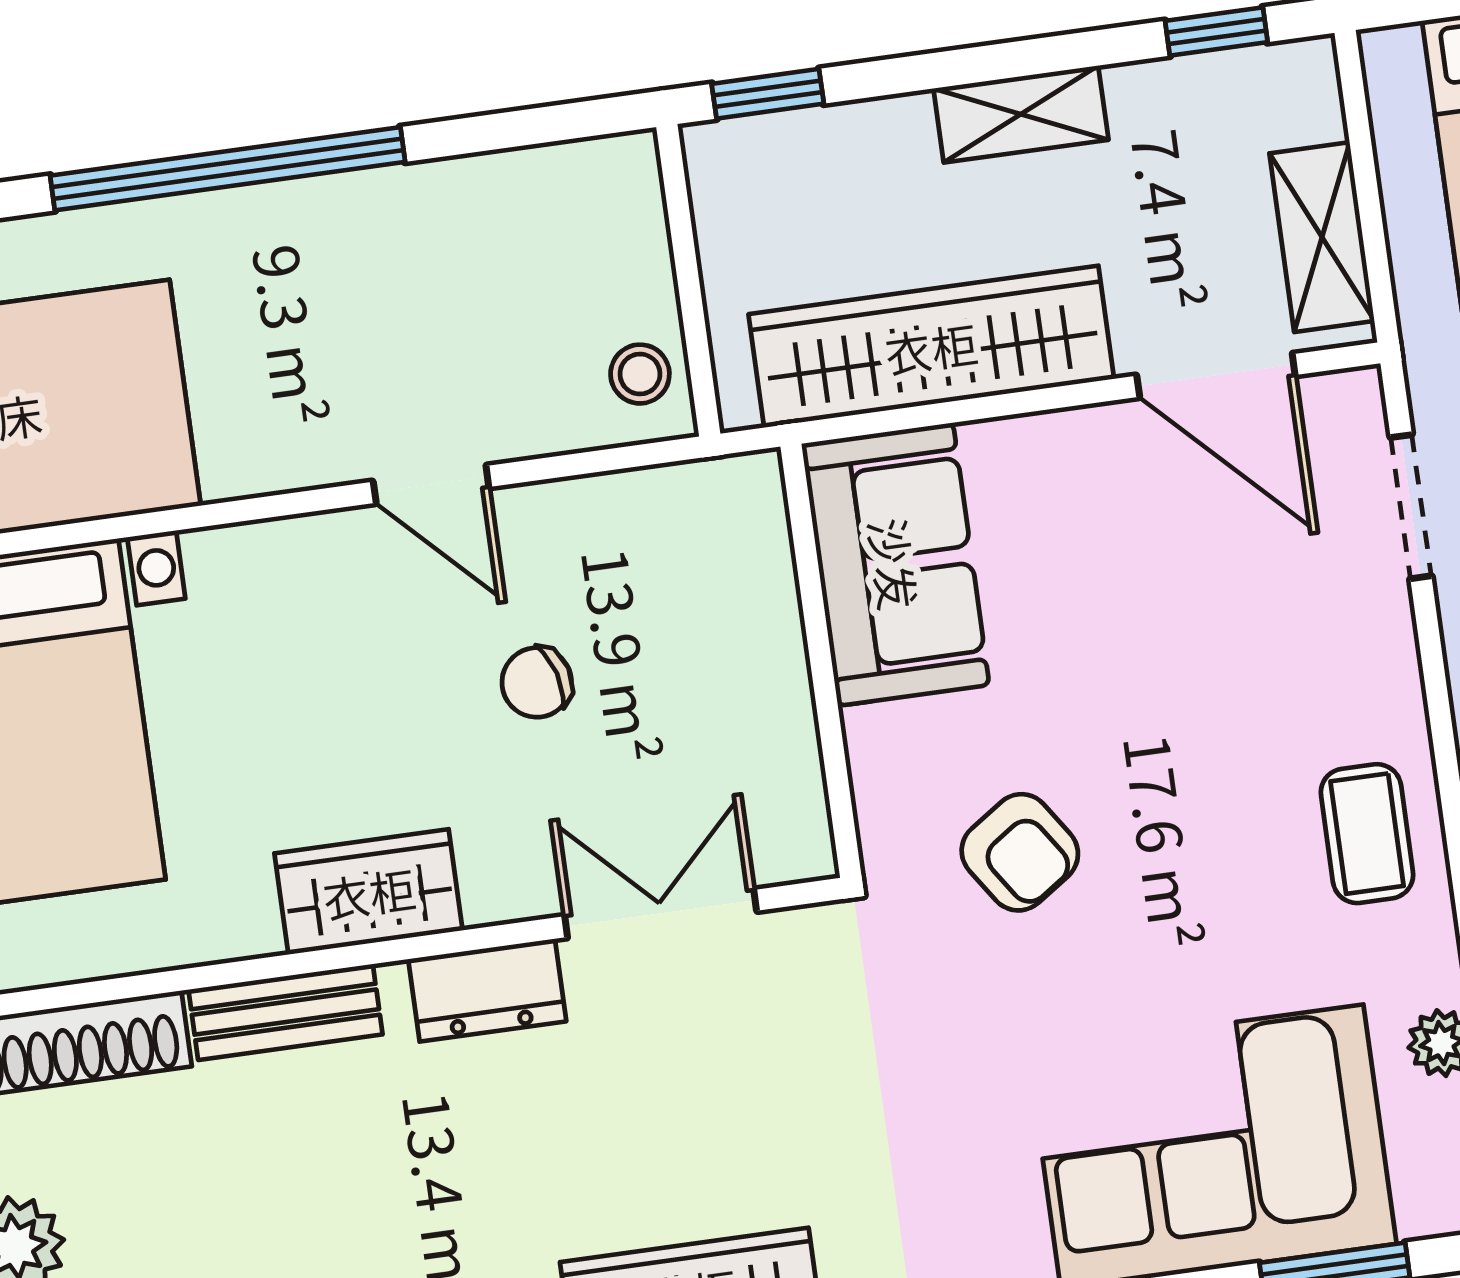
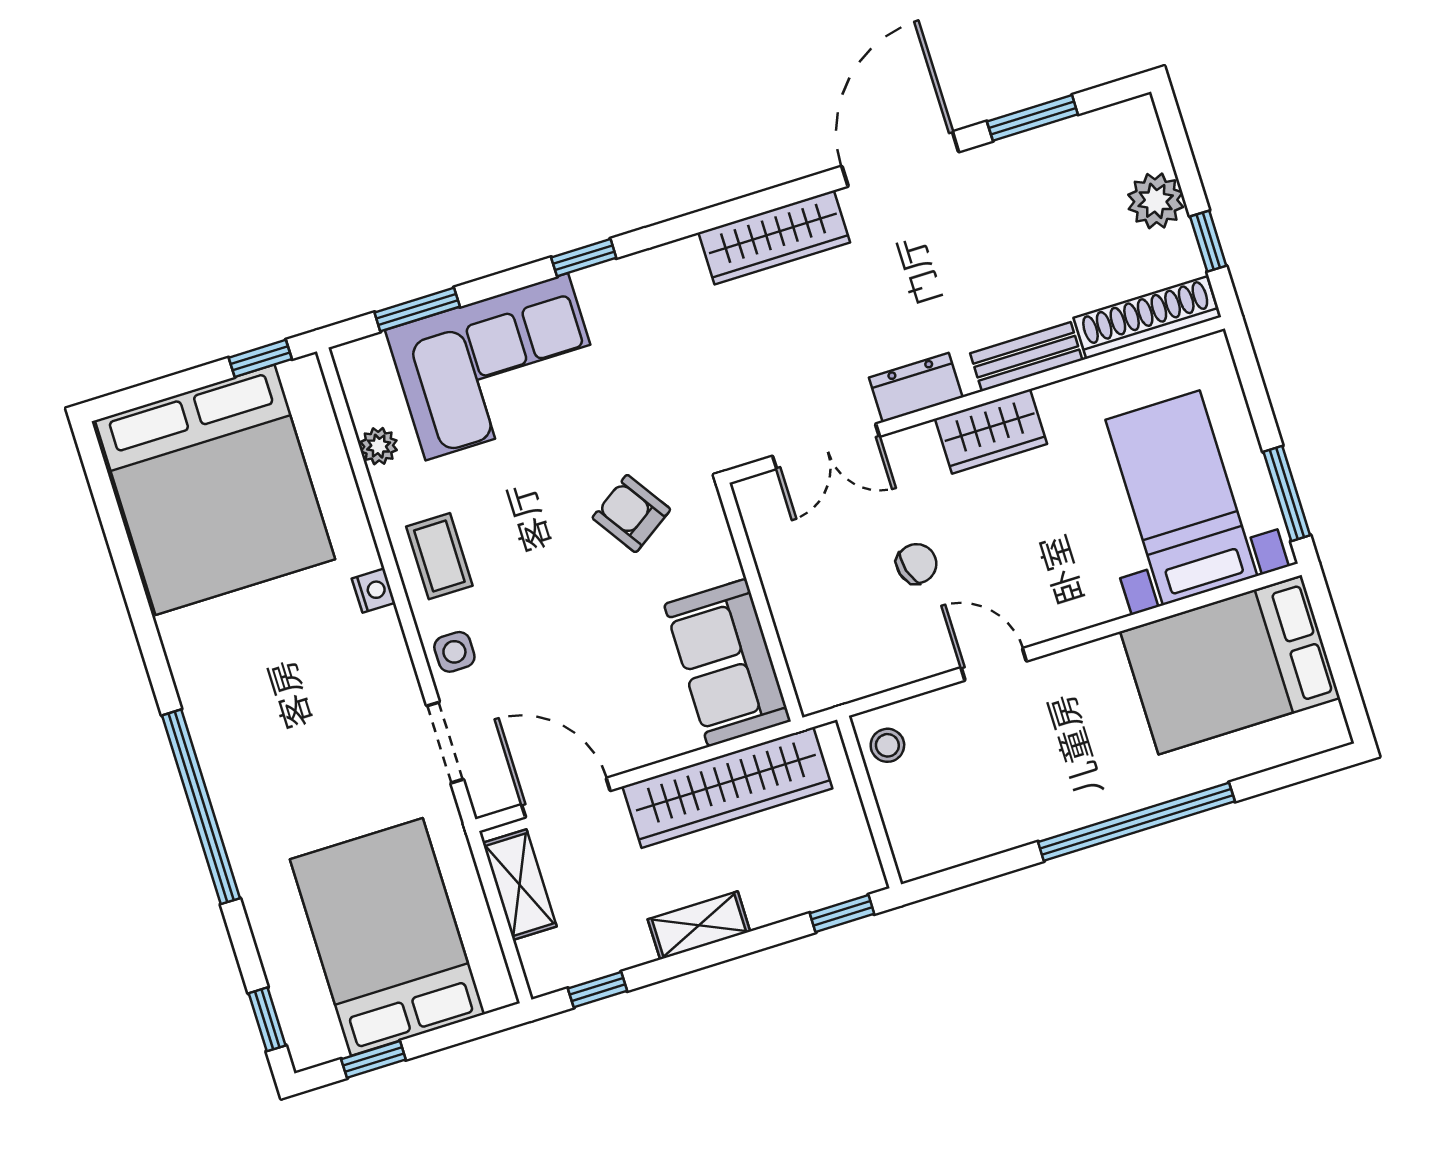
side table: (1369, 662) -> (454, 652), added

